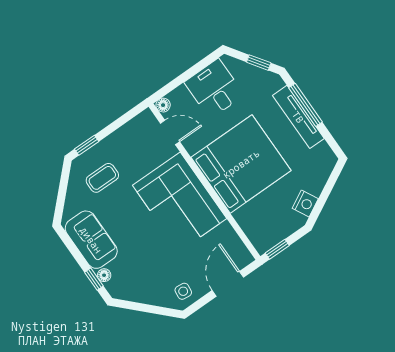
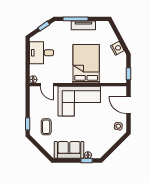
tv unit: (298, 117) -> (83, 25), width x0.71
door: (170, 132) -> (47, 85), swing flipped
bed: (241, 164) -> (86, 64), width x0.73

